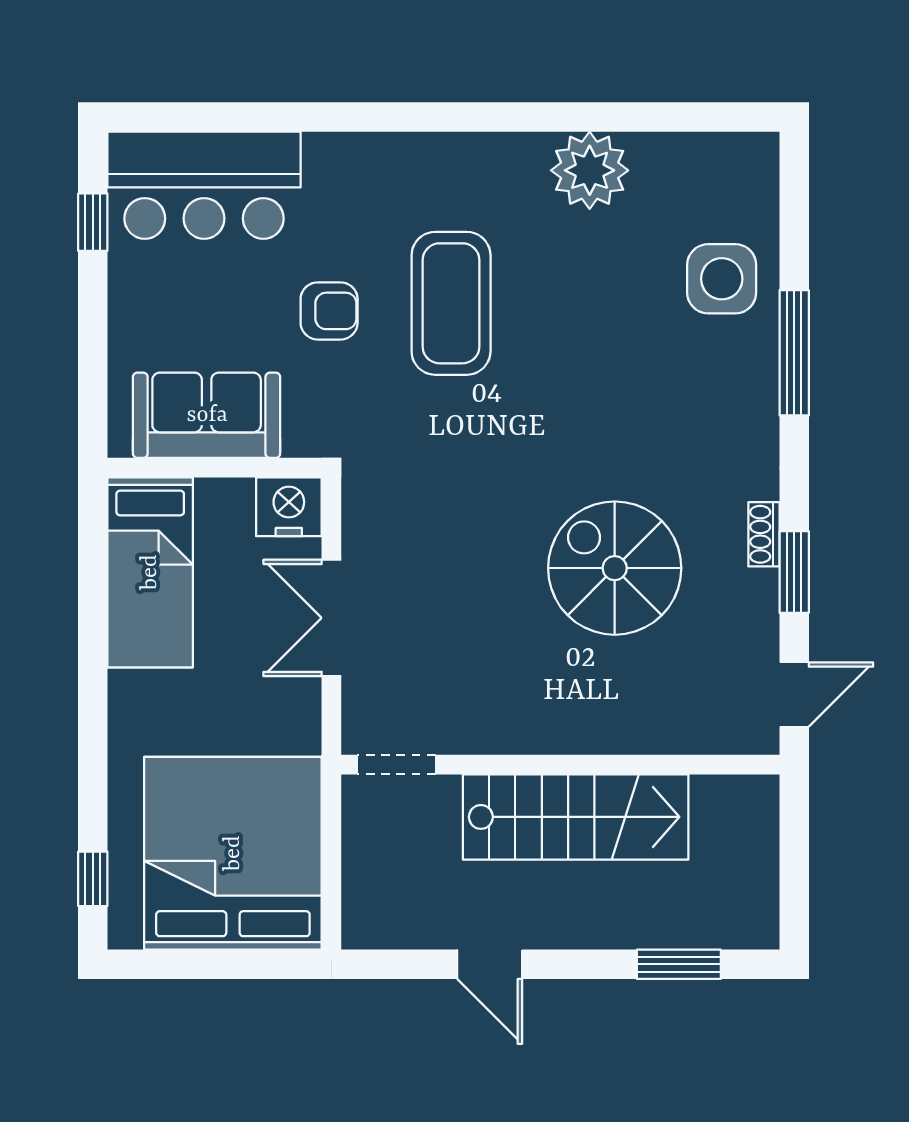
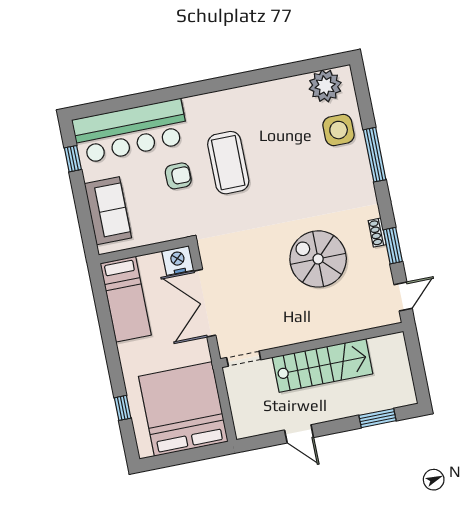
plant: (590, 170) -> (325, 86), moved
bar counter: (204, 185) -> (131, 131), width x1.36
sofa: (207, 415) -> (108, 211), moved, turned 90
double door: (331, 618) -> (205, 303), width x1.37
window: (93, 879) -> (123, 408), moved

